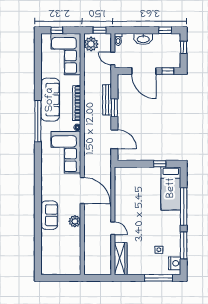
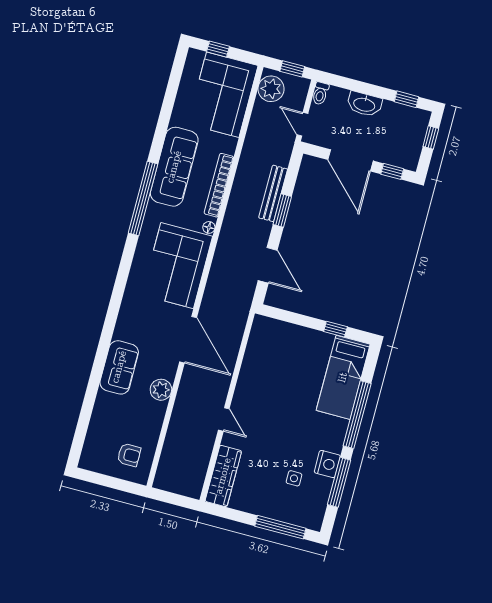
armchair: (67, 261) -> (129, 455), added
nightstand: (175, 263) -> (327, 464), moved

